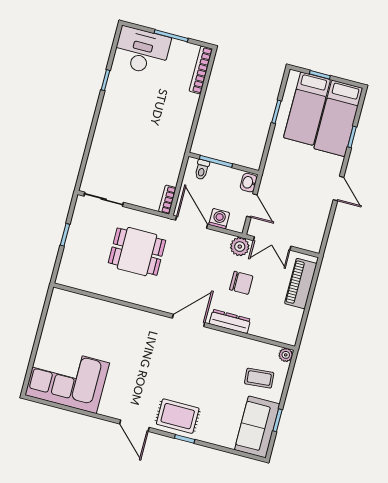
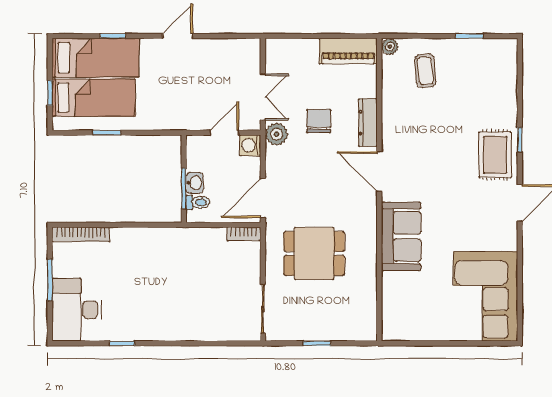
washbasin: (249, 183) -> (195, 183), moved, turned -90
washing machine: (219, 219) -> (250, 145), moved
dining table: (137, 252) -> (314, 253), turned 90
piano: (301, 283) -> (348, 51), moved
sofa: (257, 427) -> (401, 236), moved, turned -90

